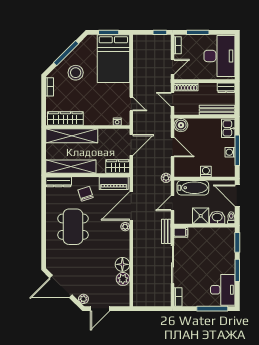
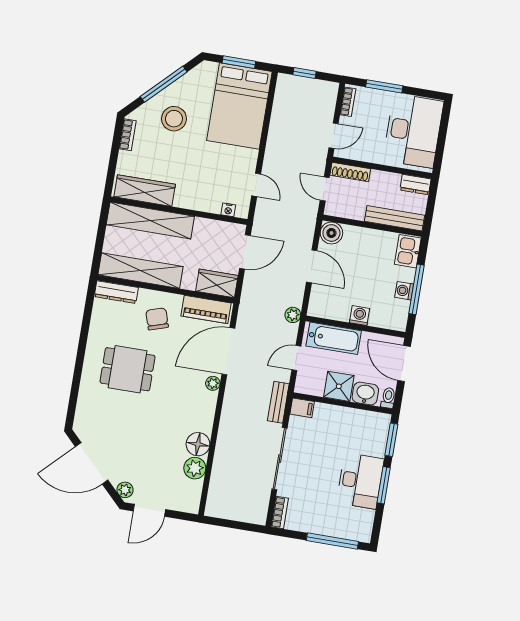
window: (160, 32) -> (304, 73), moved
dining table: (73, 227) -> (128, 369), width x0.73
desk: (223, 290) -> (360, 481), moved

